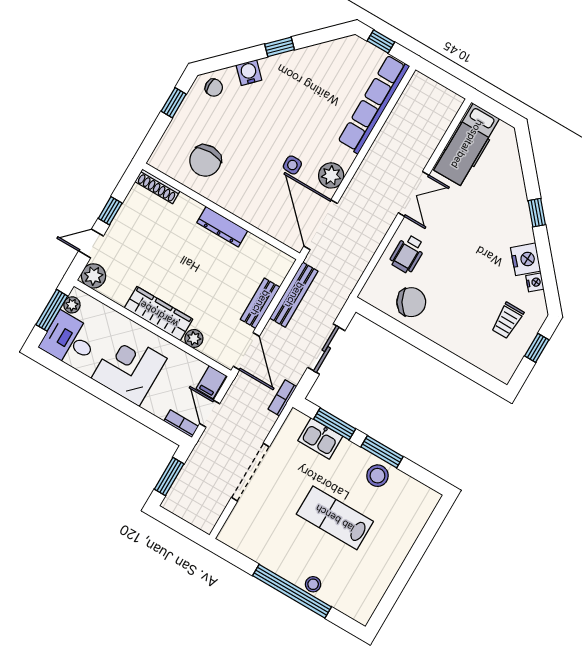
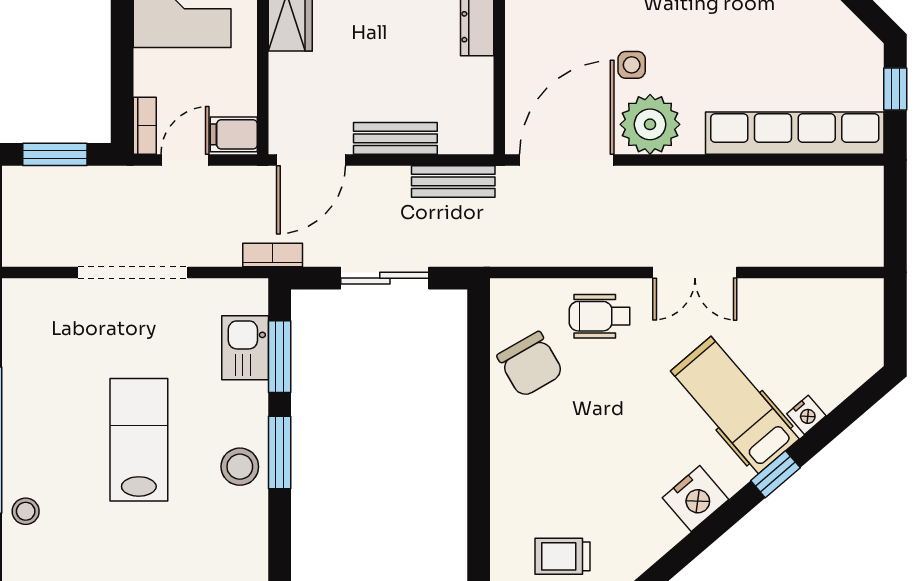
hospital bed: (467, 144) -> (735, 405), moved, turned 49
plant: (331, 175) -> (650, 124), width x1.36, depth x1.36
nightstand: (535, 282) -> (806, 415), moved
bench: (294, 295) -> (453, 181), width x0.73
trolley: (507, 321) -> (563, 556), moved
plant: (194, 338) -> (284, 70), removed
stool: (313, 584) -> (26, 511), moved

